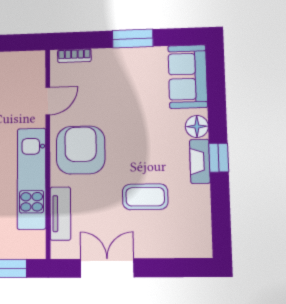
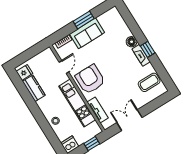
sofa: (188, 76) -> (87, 33), moved, turned -90
coffee table: (145, 197) -> (149, 82), moved

